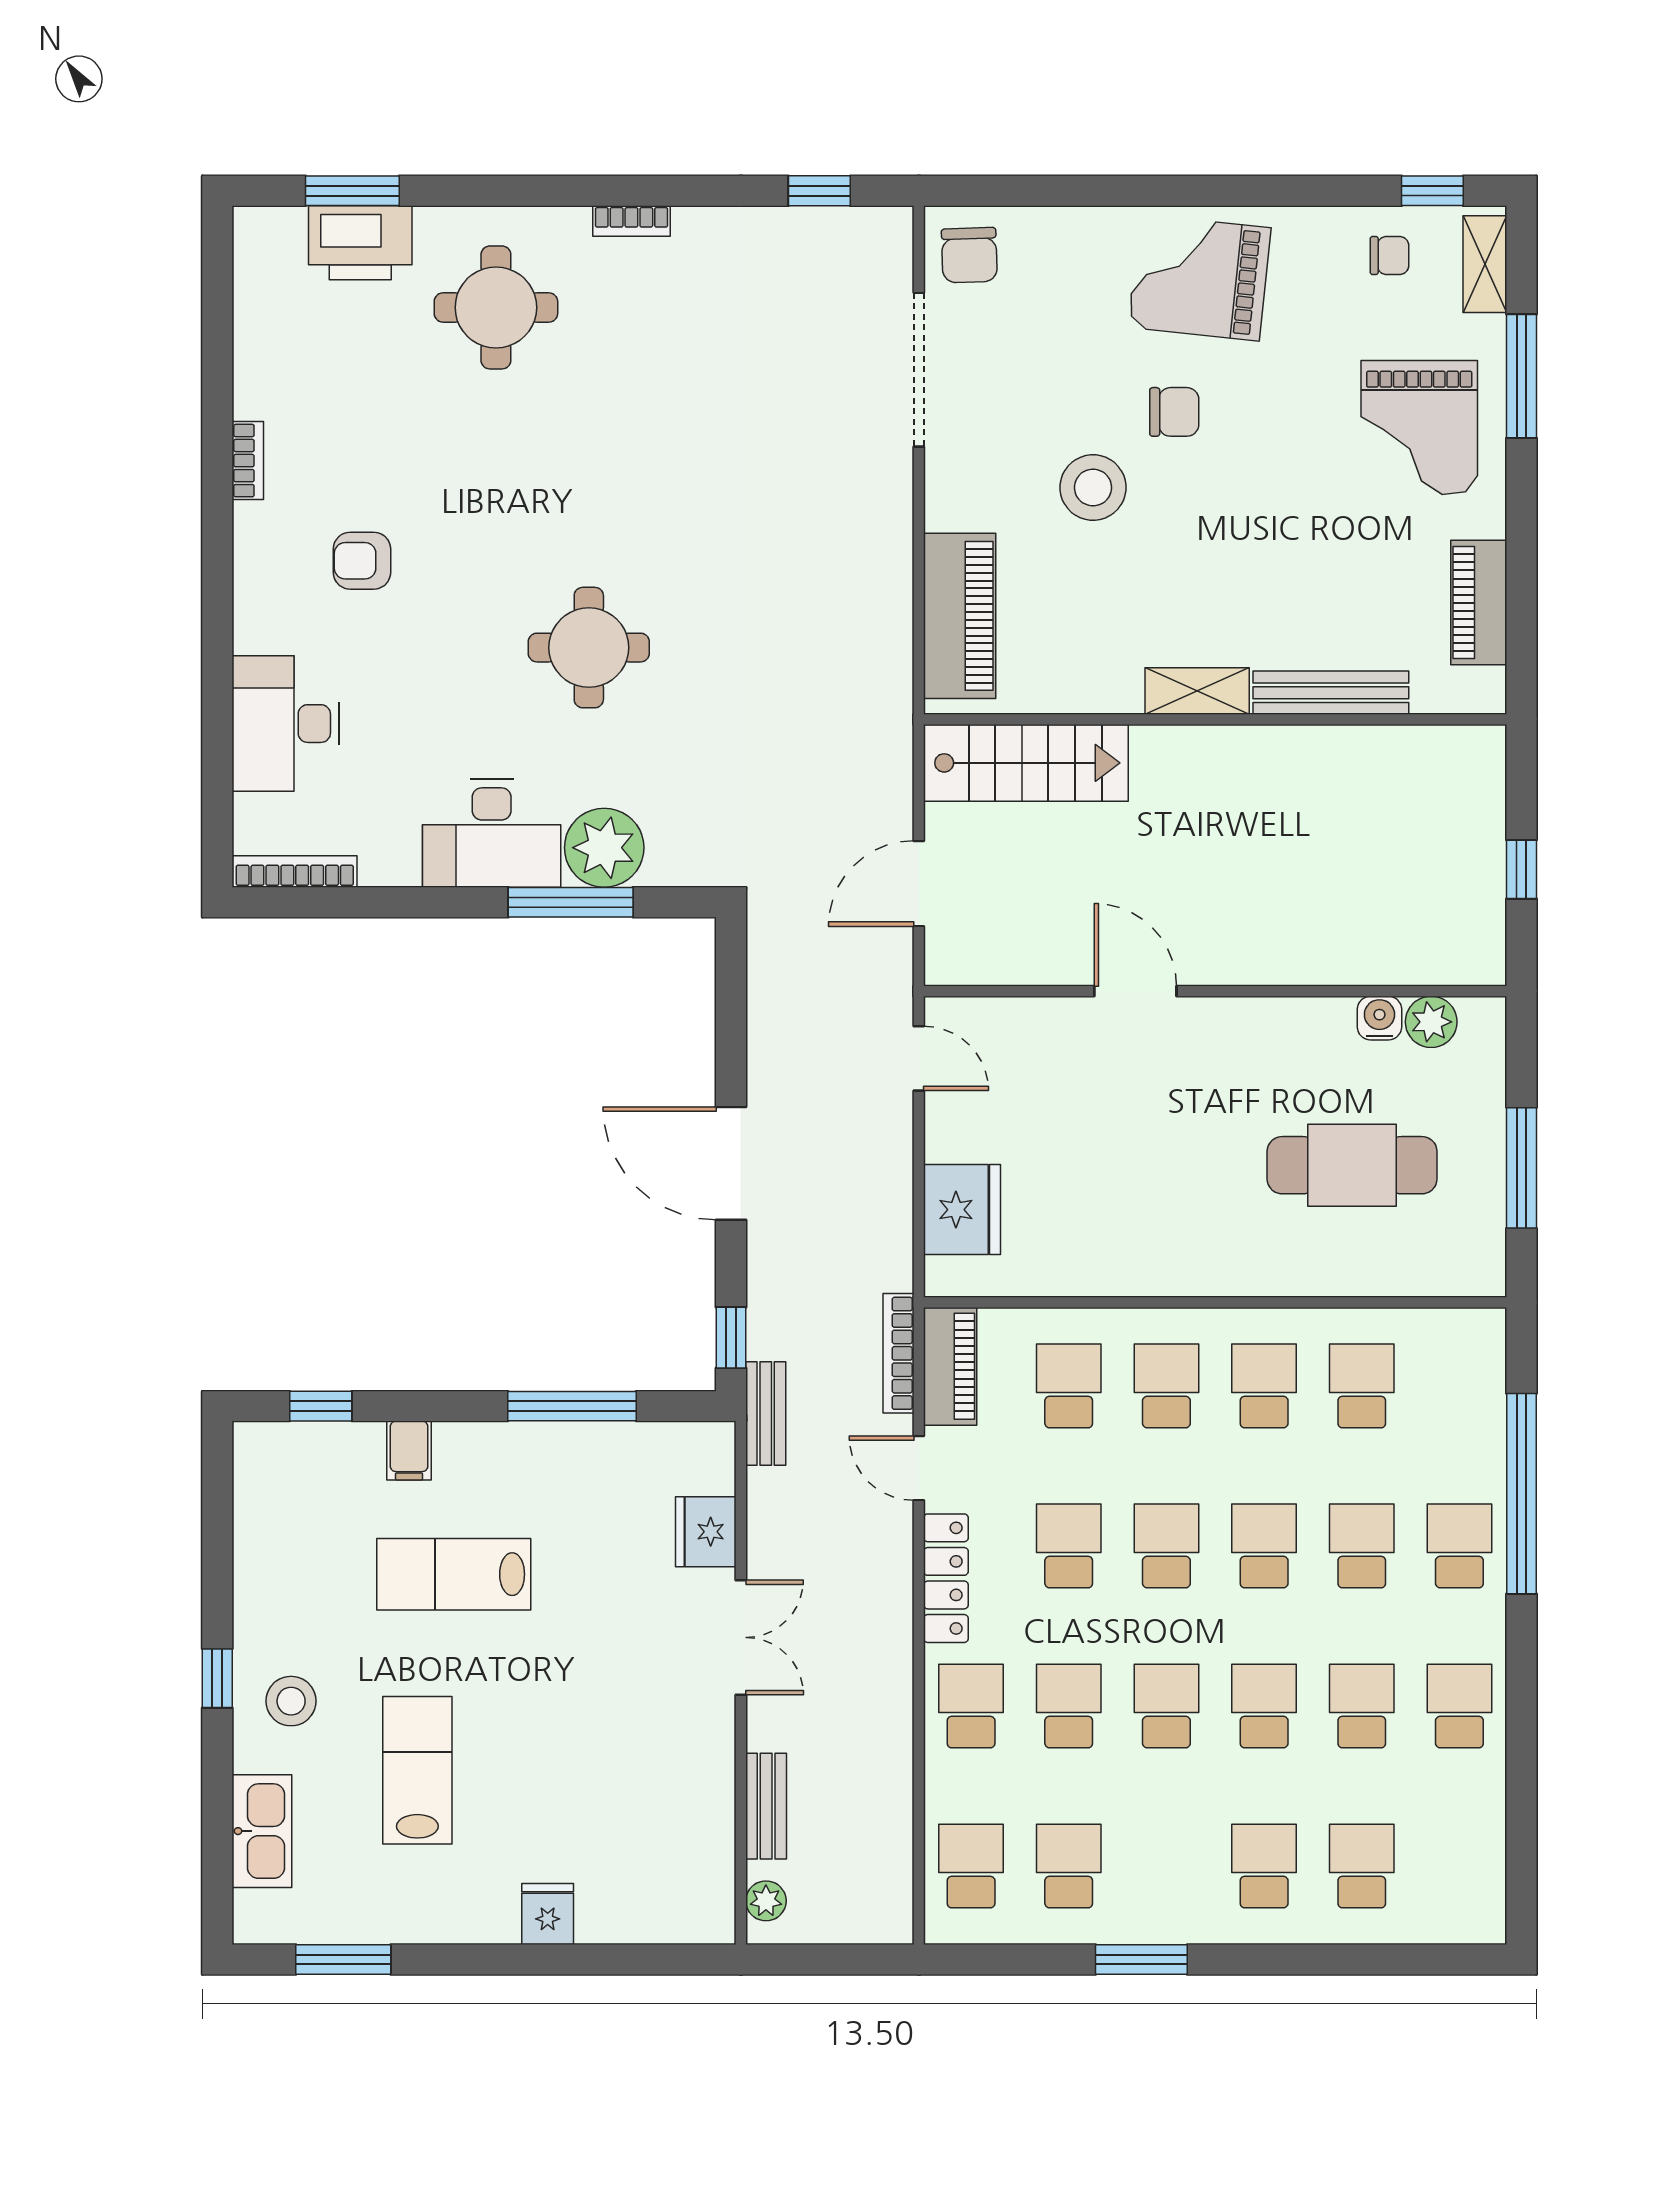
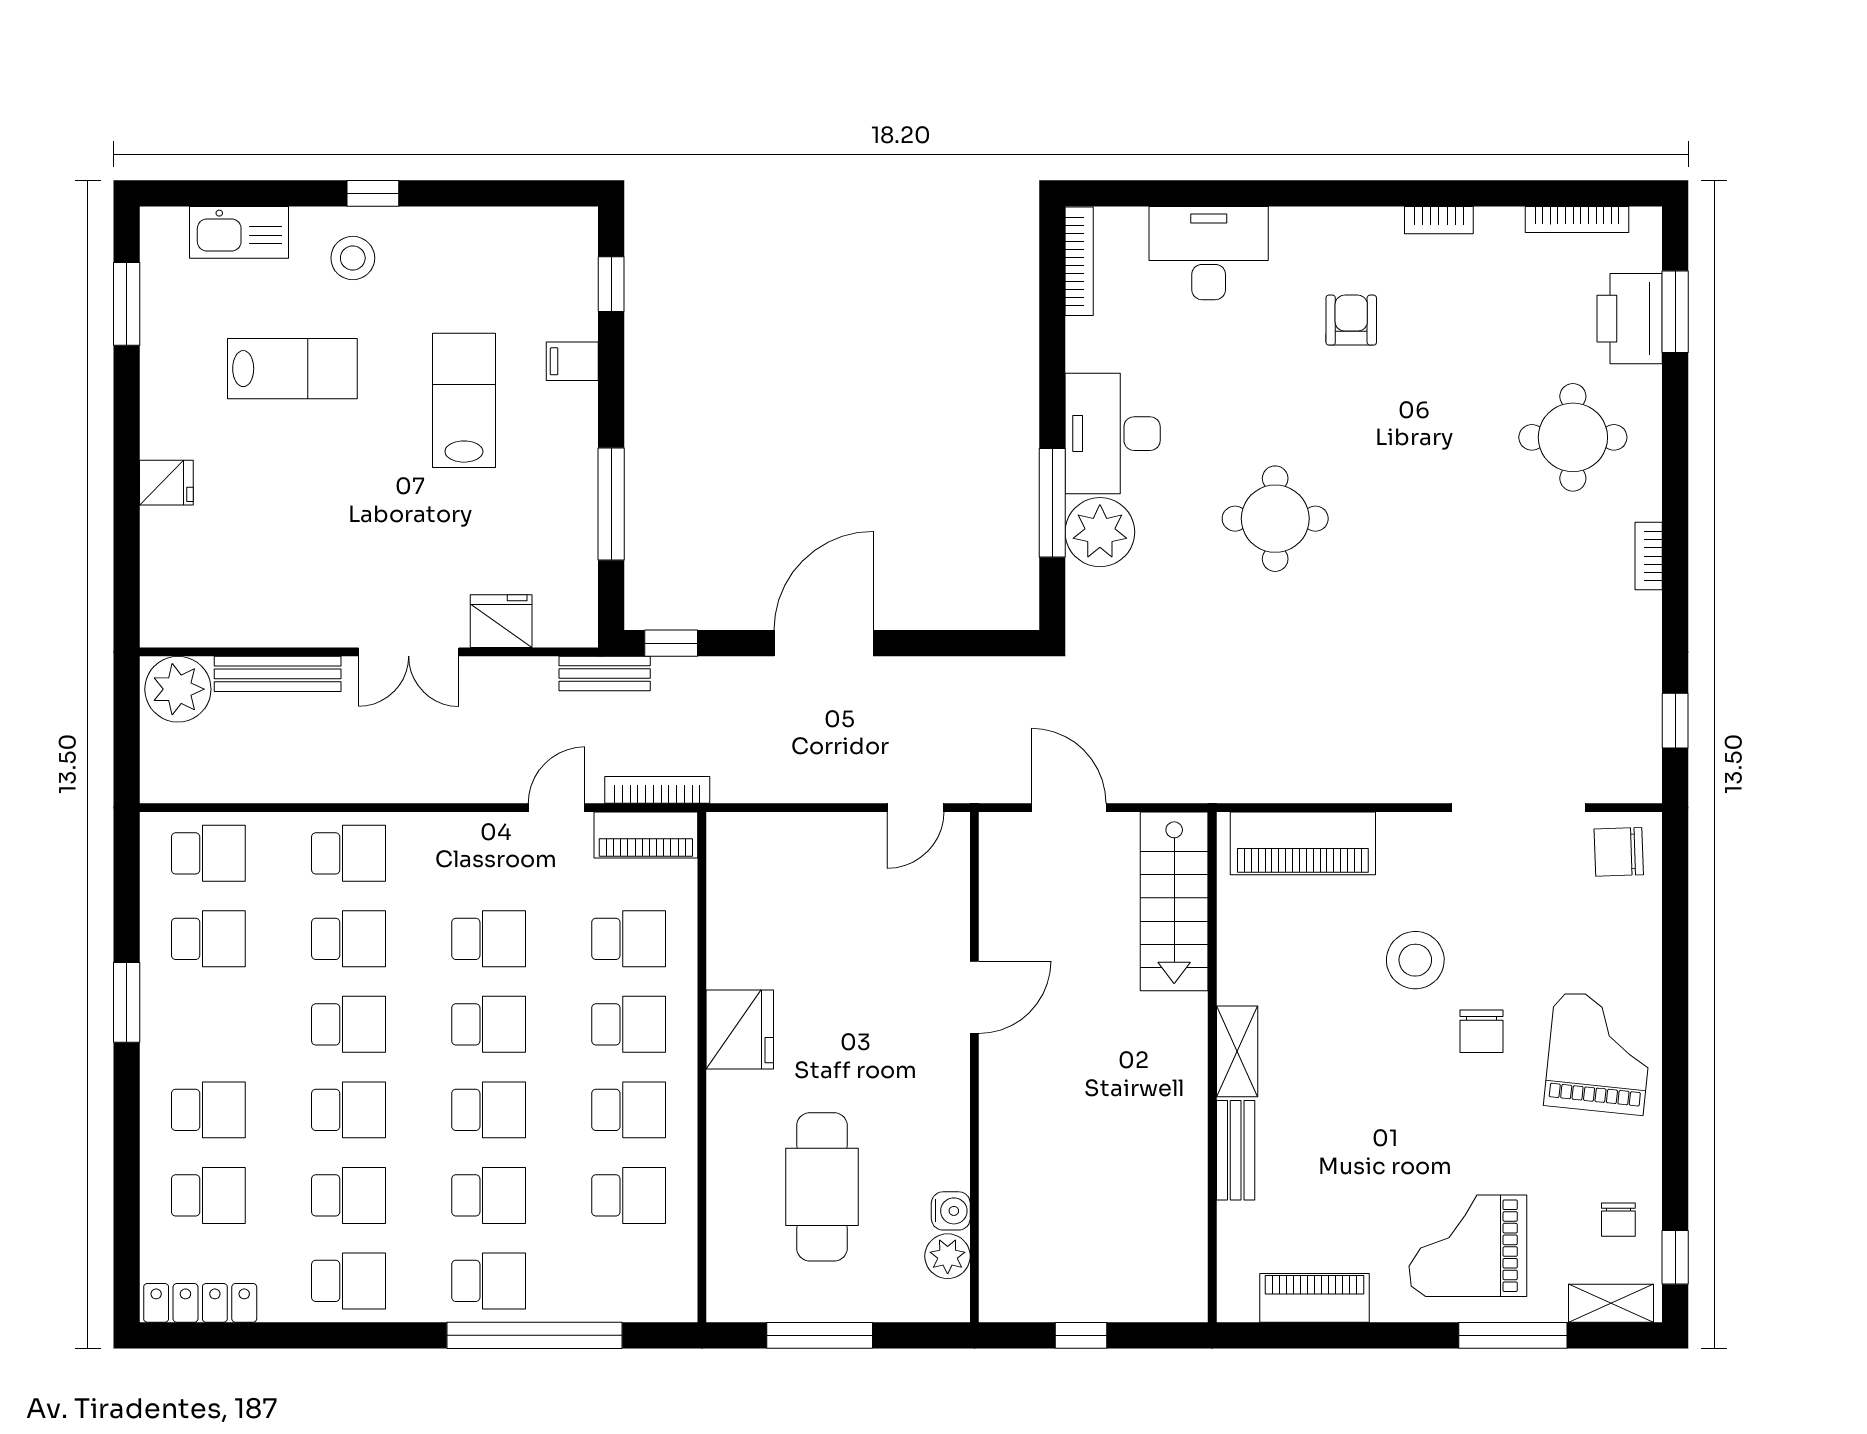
bookcase: (247, 303) -> (1577, 220), added
bench: (1331, 693) -> (1236, 1150), width x0.73
fridge: (962, 1210) -> (740, 1030), moved, turned -90
locker: (946, 1578) -> (200, 1303), moved, turned 180
bench: (766, 1806) -> (278, 674), width x1.36
plant: (766, 1901) -> (178, 689), width x1.88, depth x1.88

